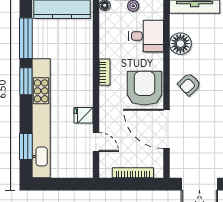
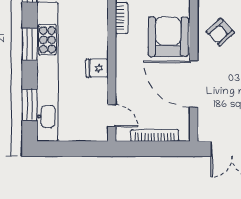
window: (26, 81) -> (30, 44), moved
door: (96, 142) -> (112, 116), moved

